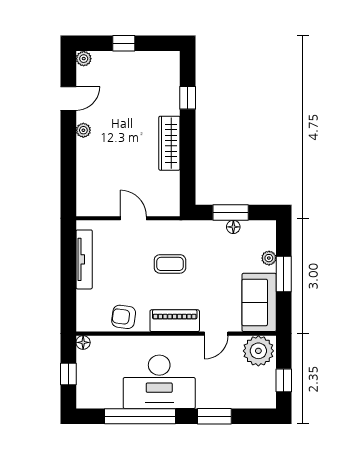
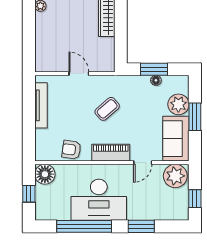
plant: (269, 258) -> (178, 104), width x1.87, depth x1.87
coffee table: (170, 264) -> (107, 109), turned -41
floor lamp: (83, 342) -> (45, 174), width x1.89, depth x1.89

